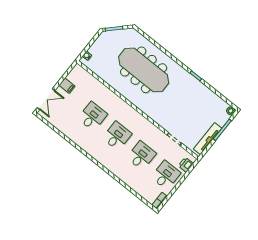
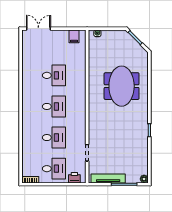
meeting table: (144, 70) -> (122, 86), width x0.73
filing cabinet: (67, 86) -> (74, 36), moved
double door: (46, 99) -> (38, 29), swing flipped

